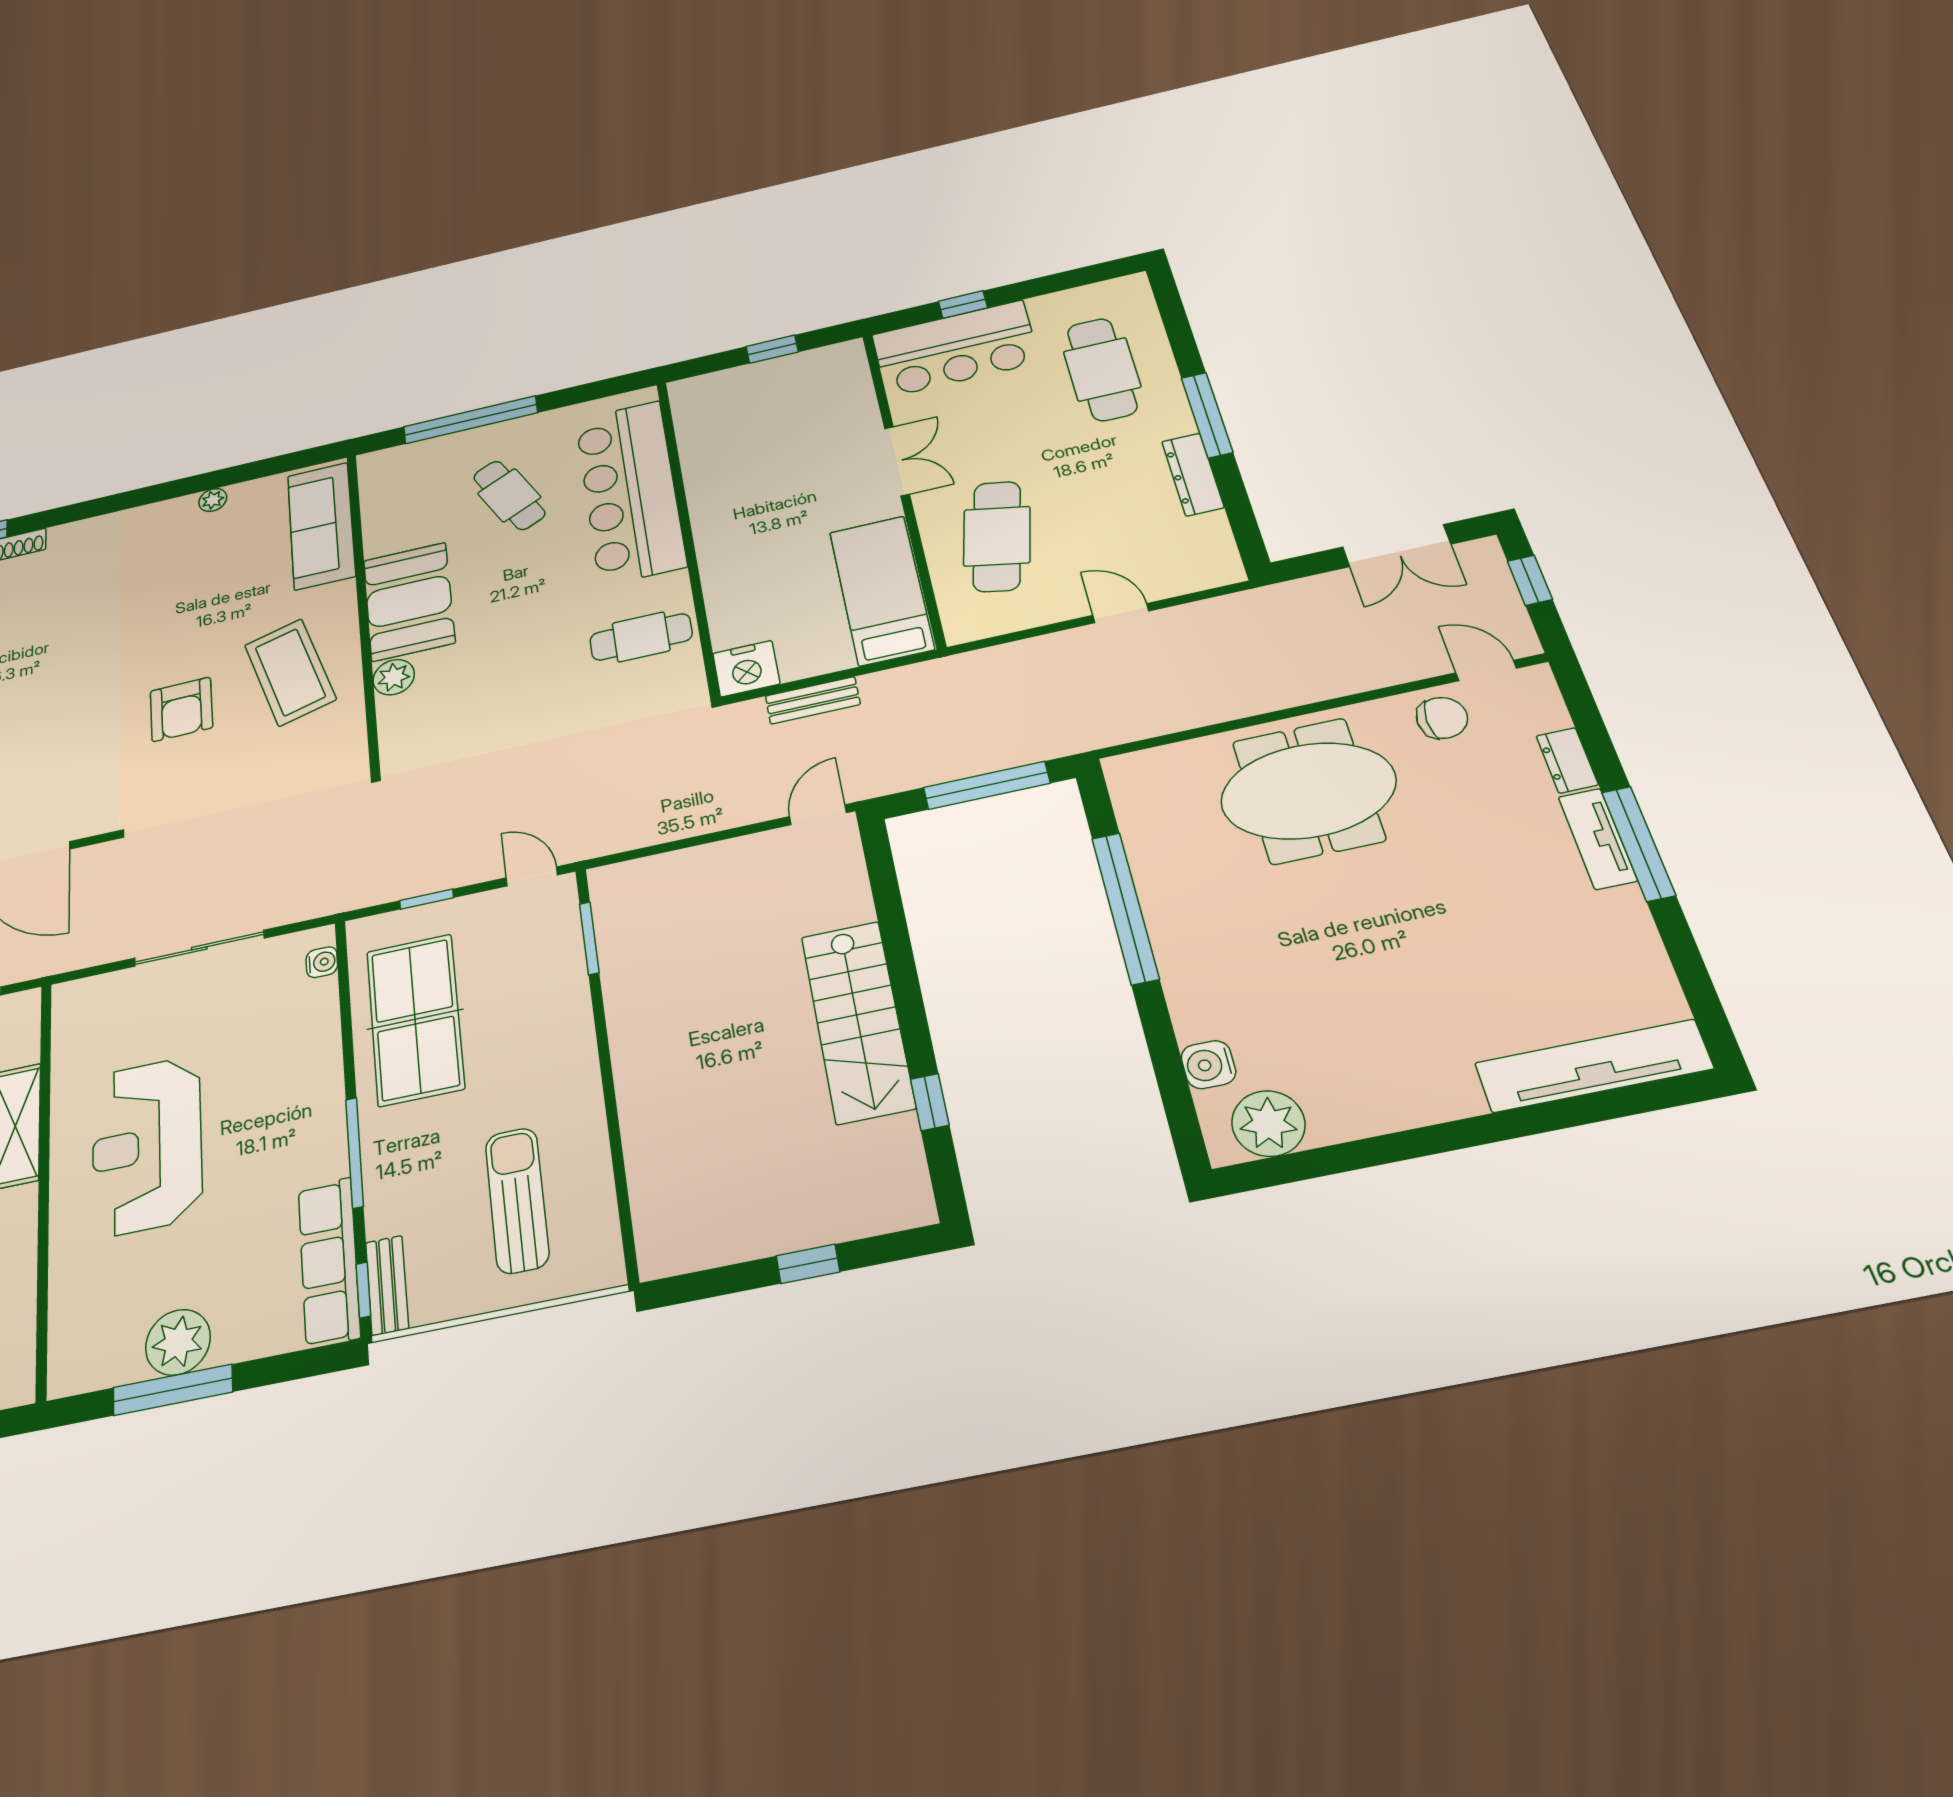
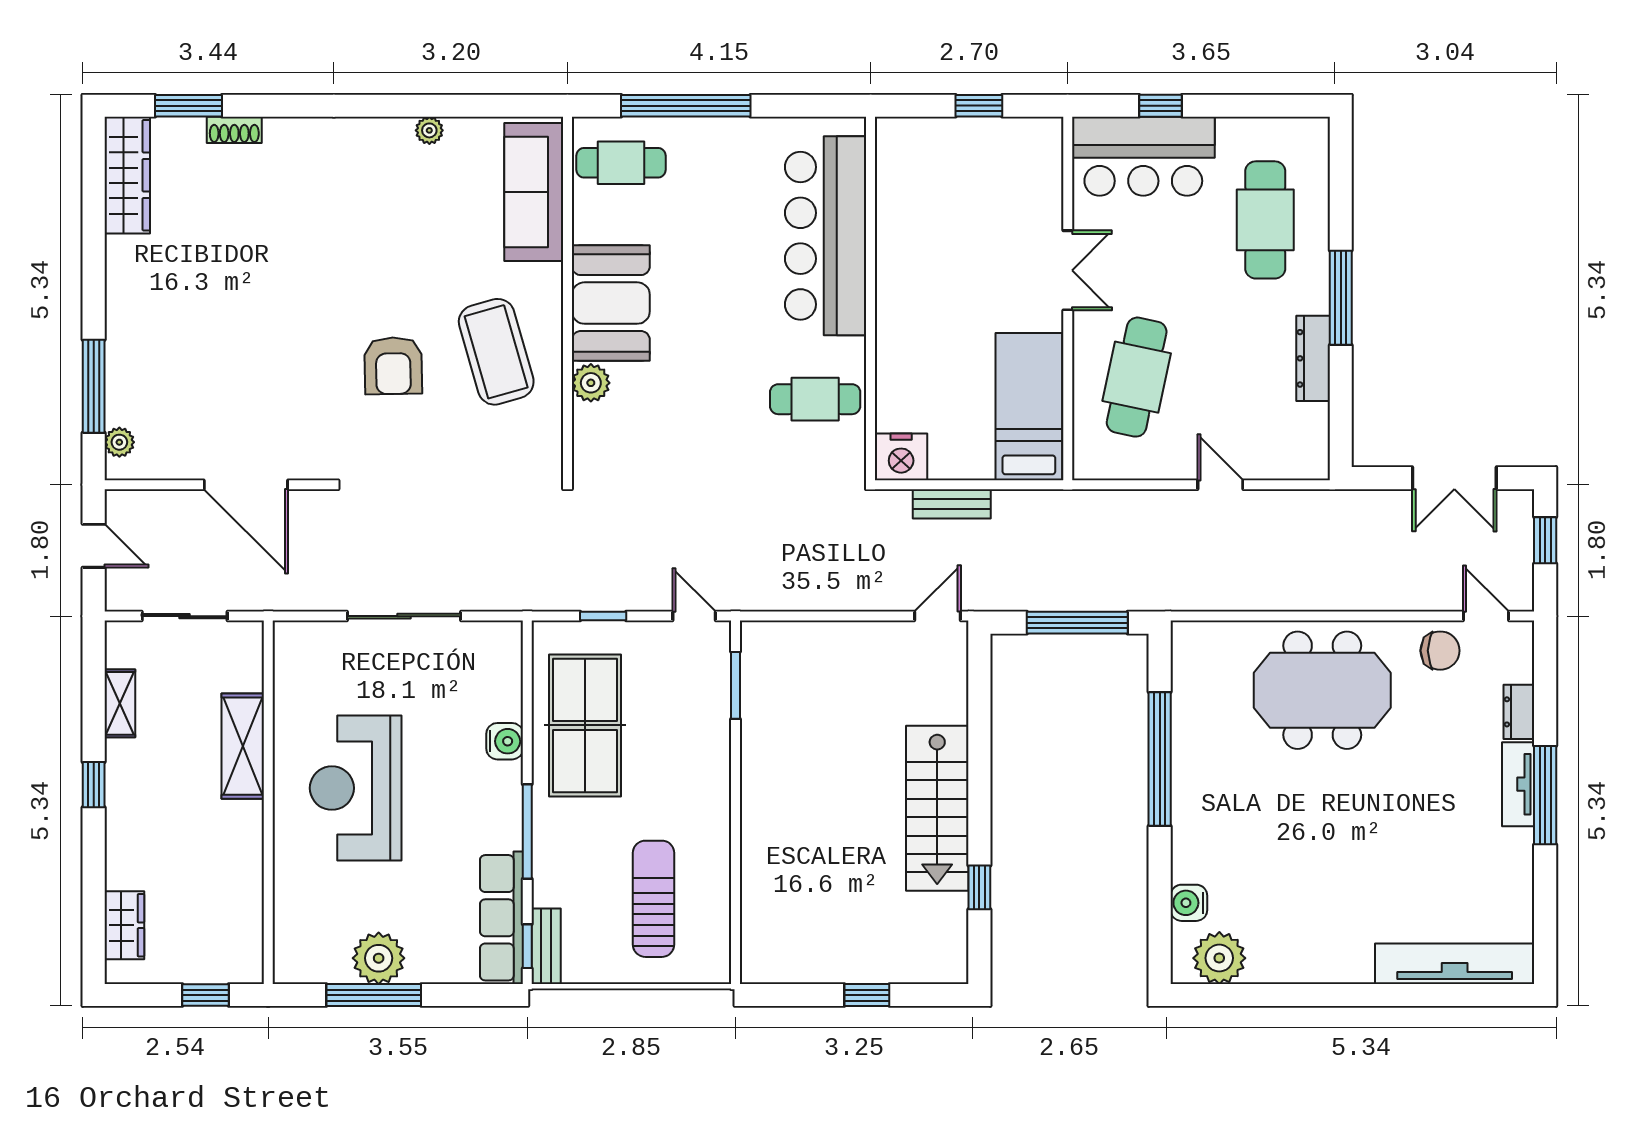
cafe table: (509, 495) -> (621, 163), moved, turned -63
water cooler: (322, 962) -> (505, 741), moved, width x1.38, depth x1.38

